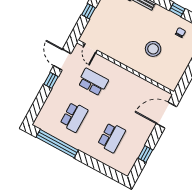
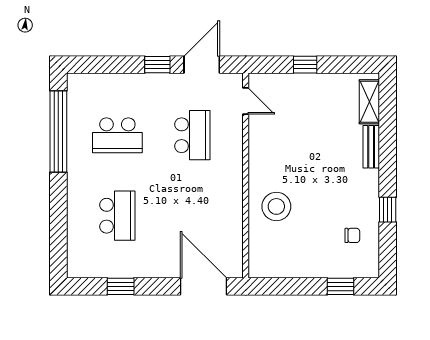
door: (90, 48) -> (246, 101), swing flipped
stool: (153, 49) -> (276, 206), moved
school desk: (112, 137) -> (117, 216), turned -90

